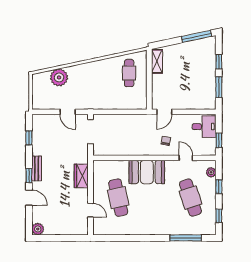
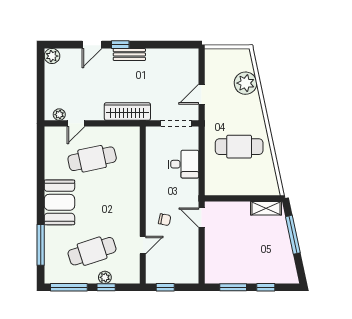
window: (197, 36) -> (293, 235), moved
cafe table: (129, 73) -> (239, 147), moved, width x1.37, depth x1.35
desk: (204, 127) -> (184, 164), moved, turned -90
window: (29, 138) -> (168, 45), removed
booth: (147, 172) -> (59, 202), moved
plant: (211, 172) -> (105, 277), moved
wardrobe: (81, 176) -> (127, 112), width x1.50
window: (219, 216) -> (69, 287), width x2.17
plant: (84, 223) -> (59, 115), added

